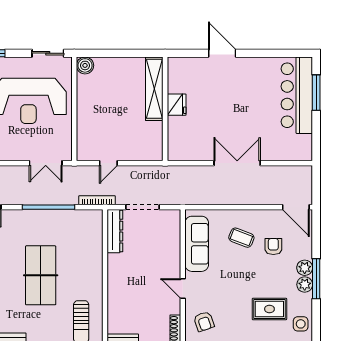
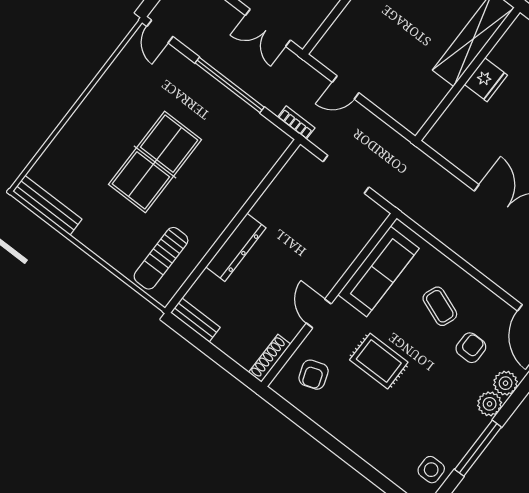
bookcase: (97, 200) -> (296, 123), width x0.64
dresser: (115, 231) -> (236, 247), moved
window: (316, 279) -> (478, 448), moved
plant: (305, 285) -> (506, 383), moved
rug: (269, 309) -> (379, 361), moved

